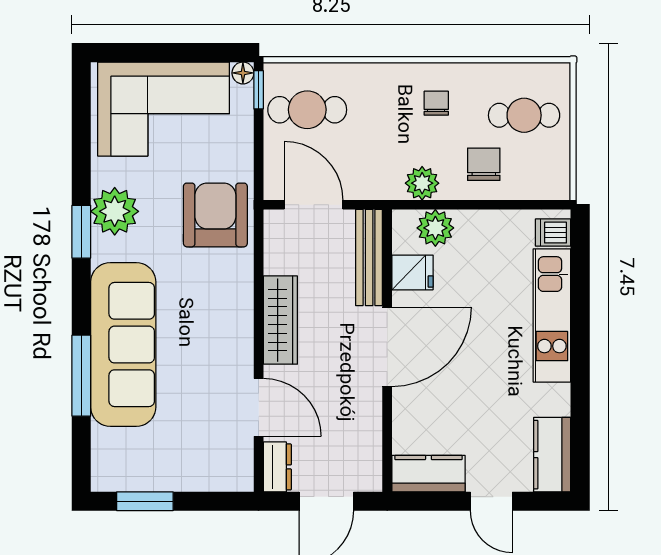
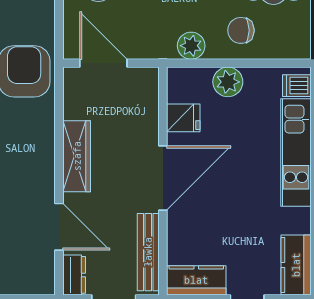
chair: (484, 164) -> (241, 30), turned -90
plant: (435, 228) -> (228, 82), moved
bench: (369, 258) -> (148, 252), moved

